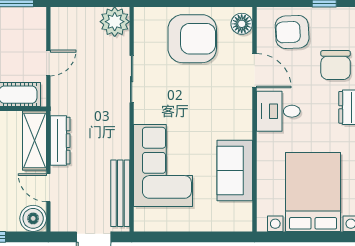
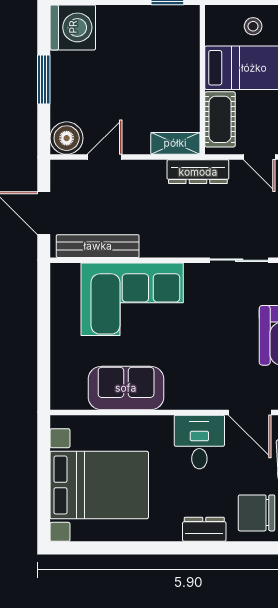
door: (254, 71) -> (250, 412), hinge flipped
shelving: (34, 140) -> (175, 143), width x0.67, depth x0.75
dresser: (60, 141) -> (198, 172), moved

